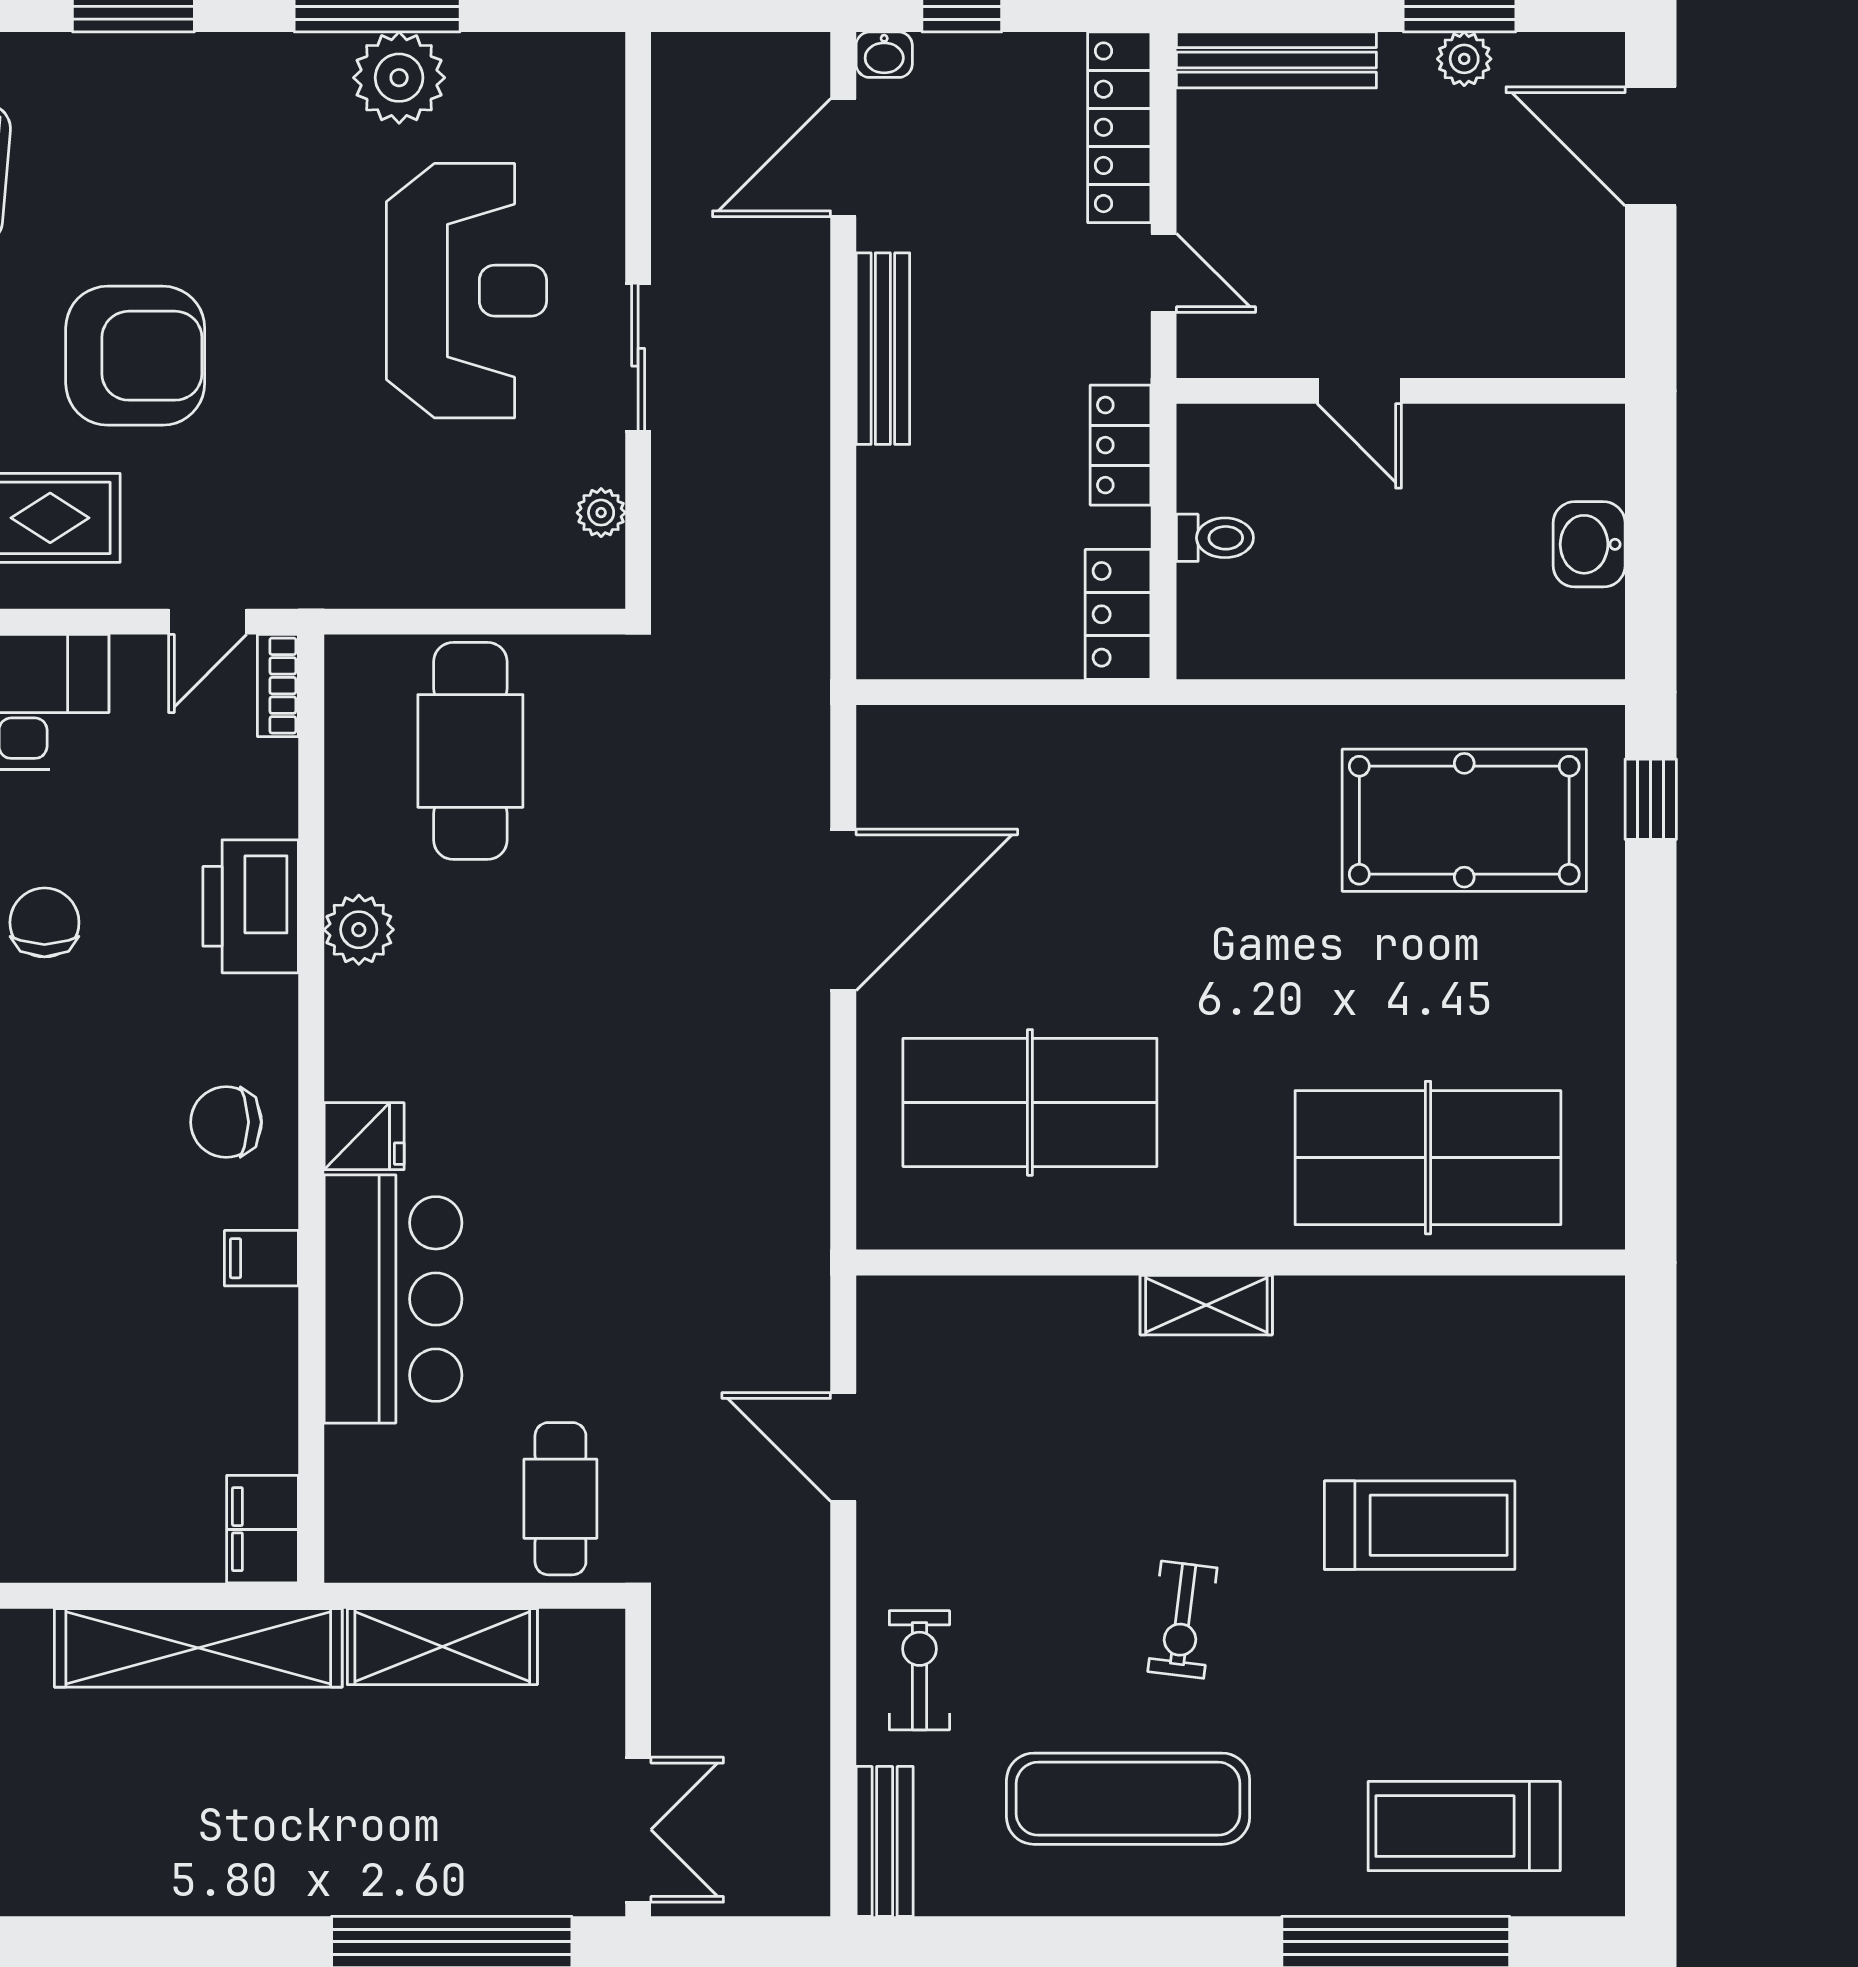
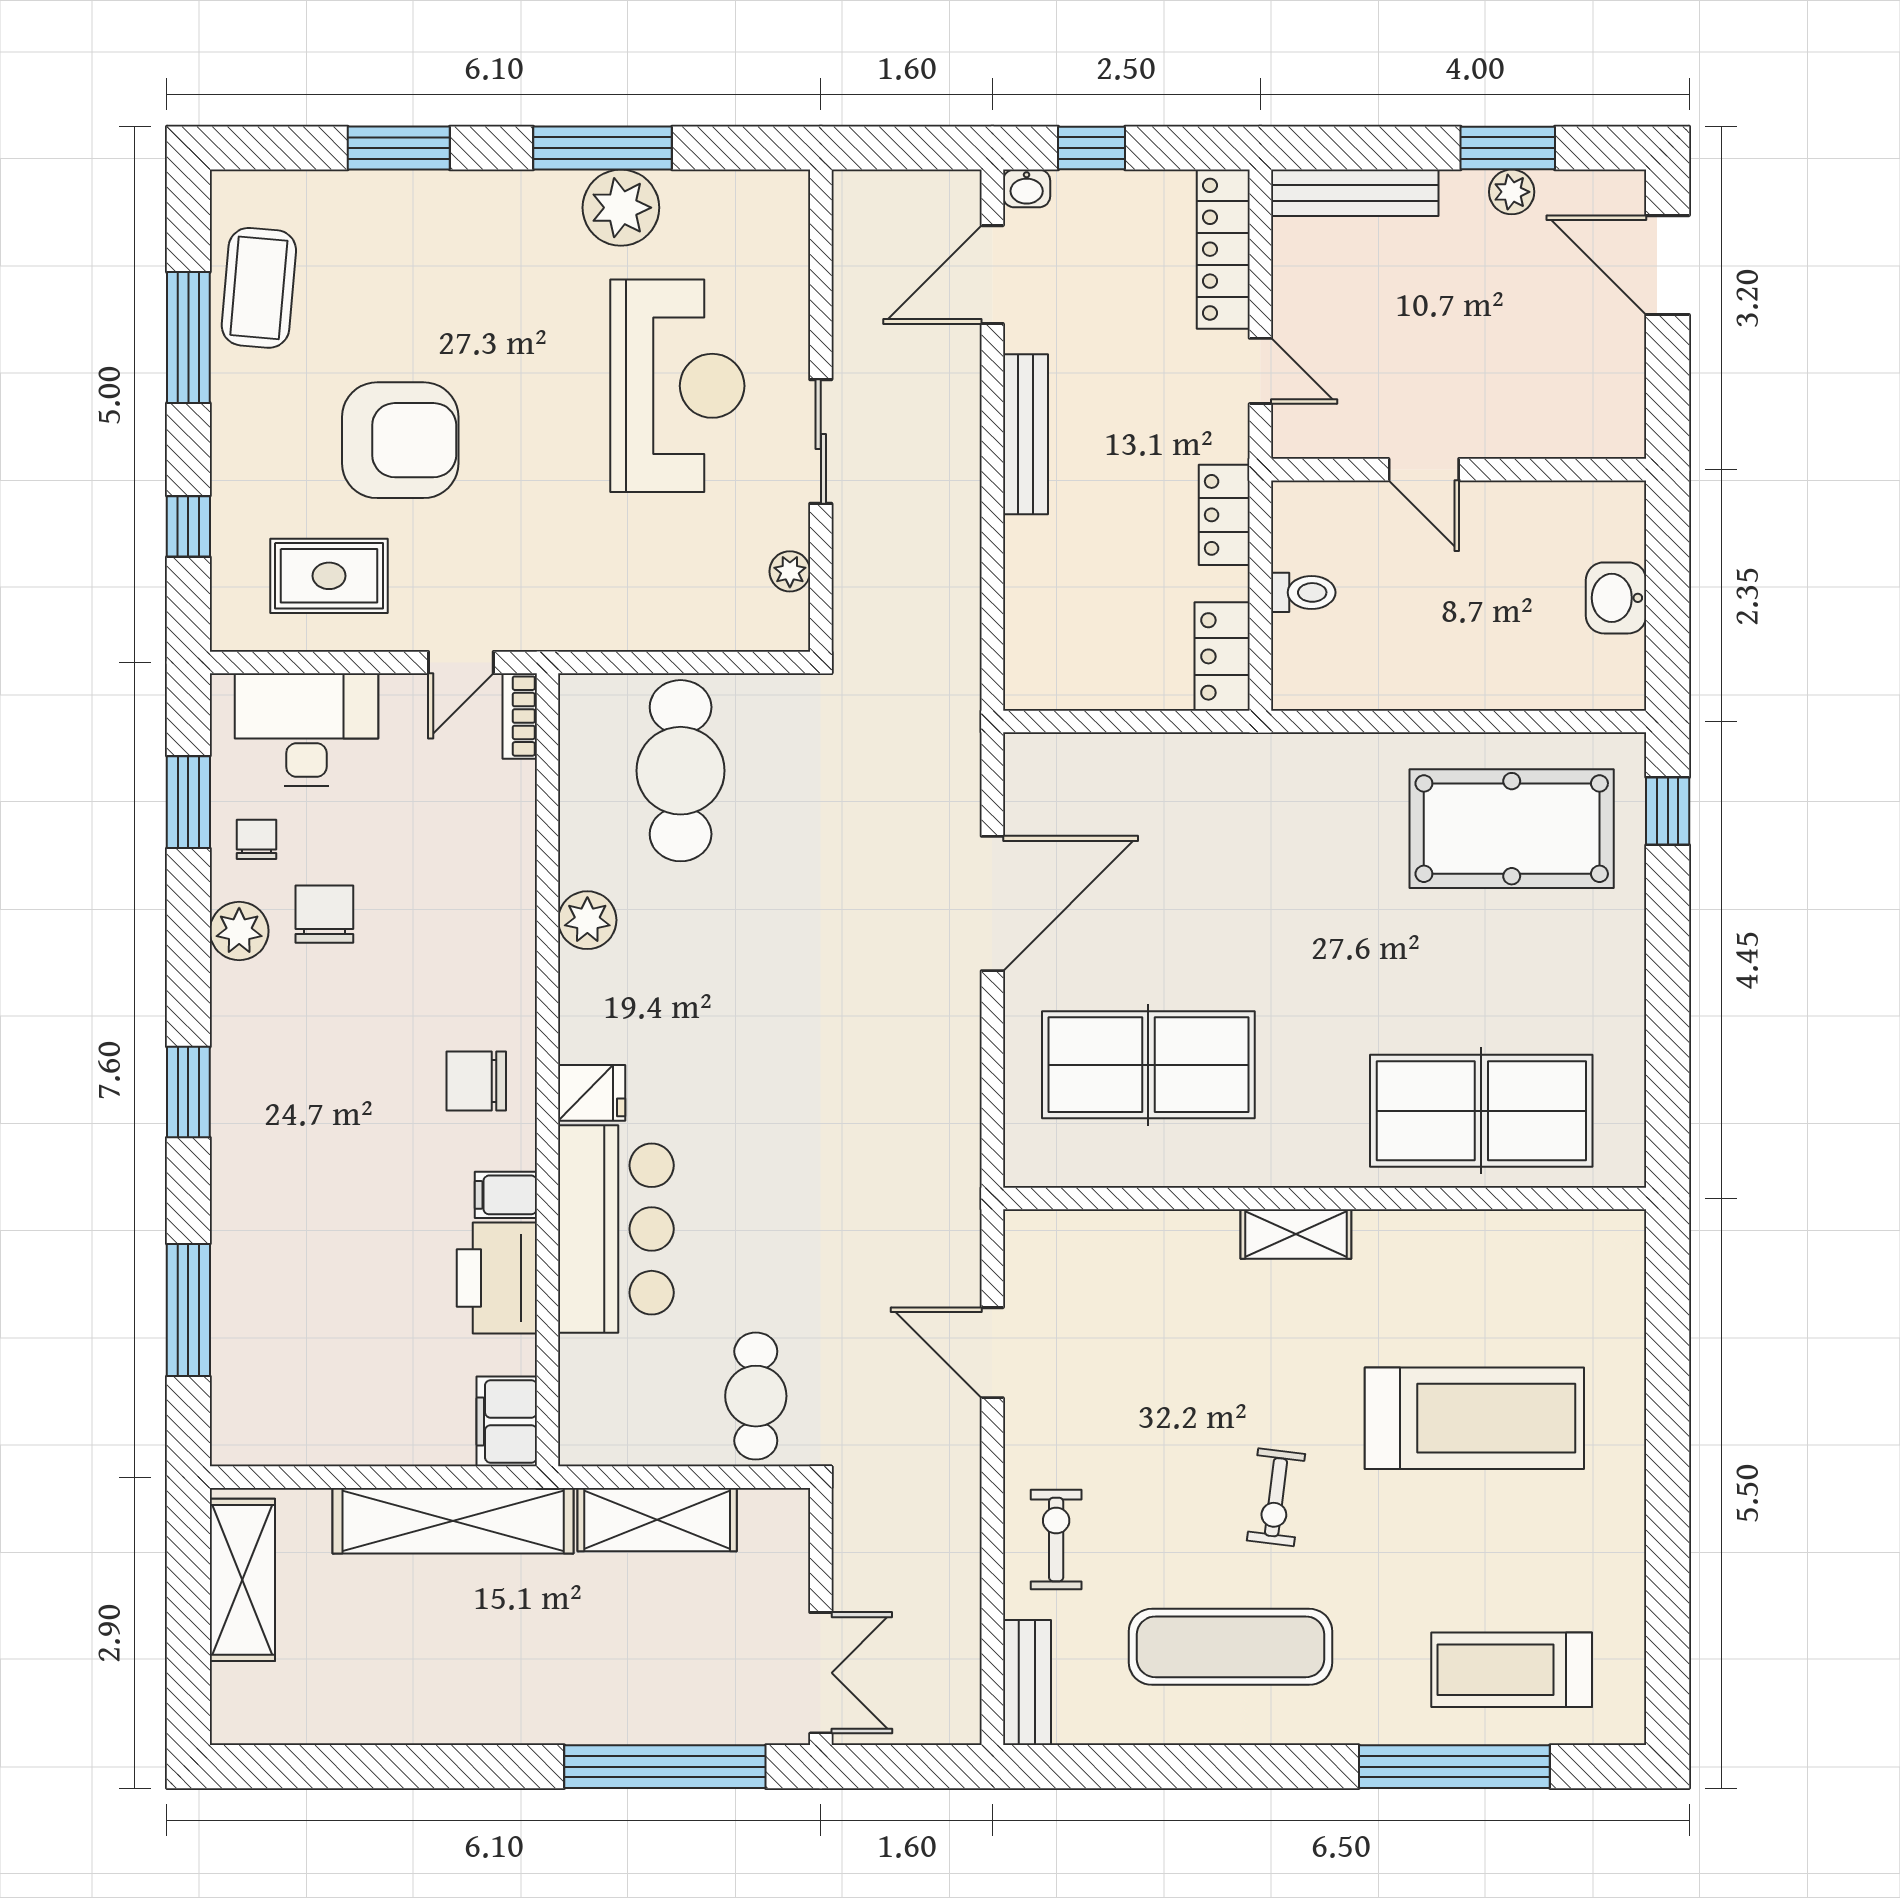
printer: (251, 906) -> (497, 1278), moved
treadmill: (1420, 1525) -> (1474, 1418), width x1.37, depth x1.38

